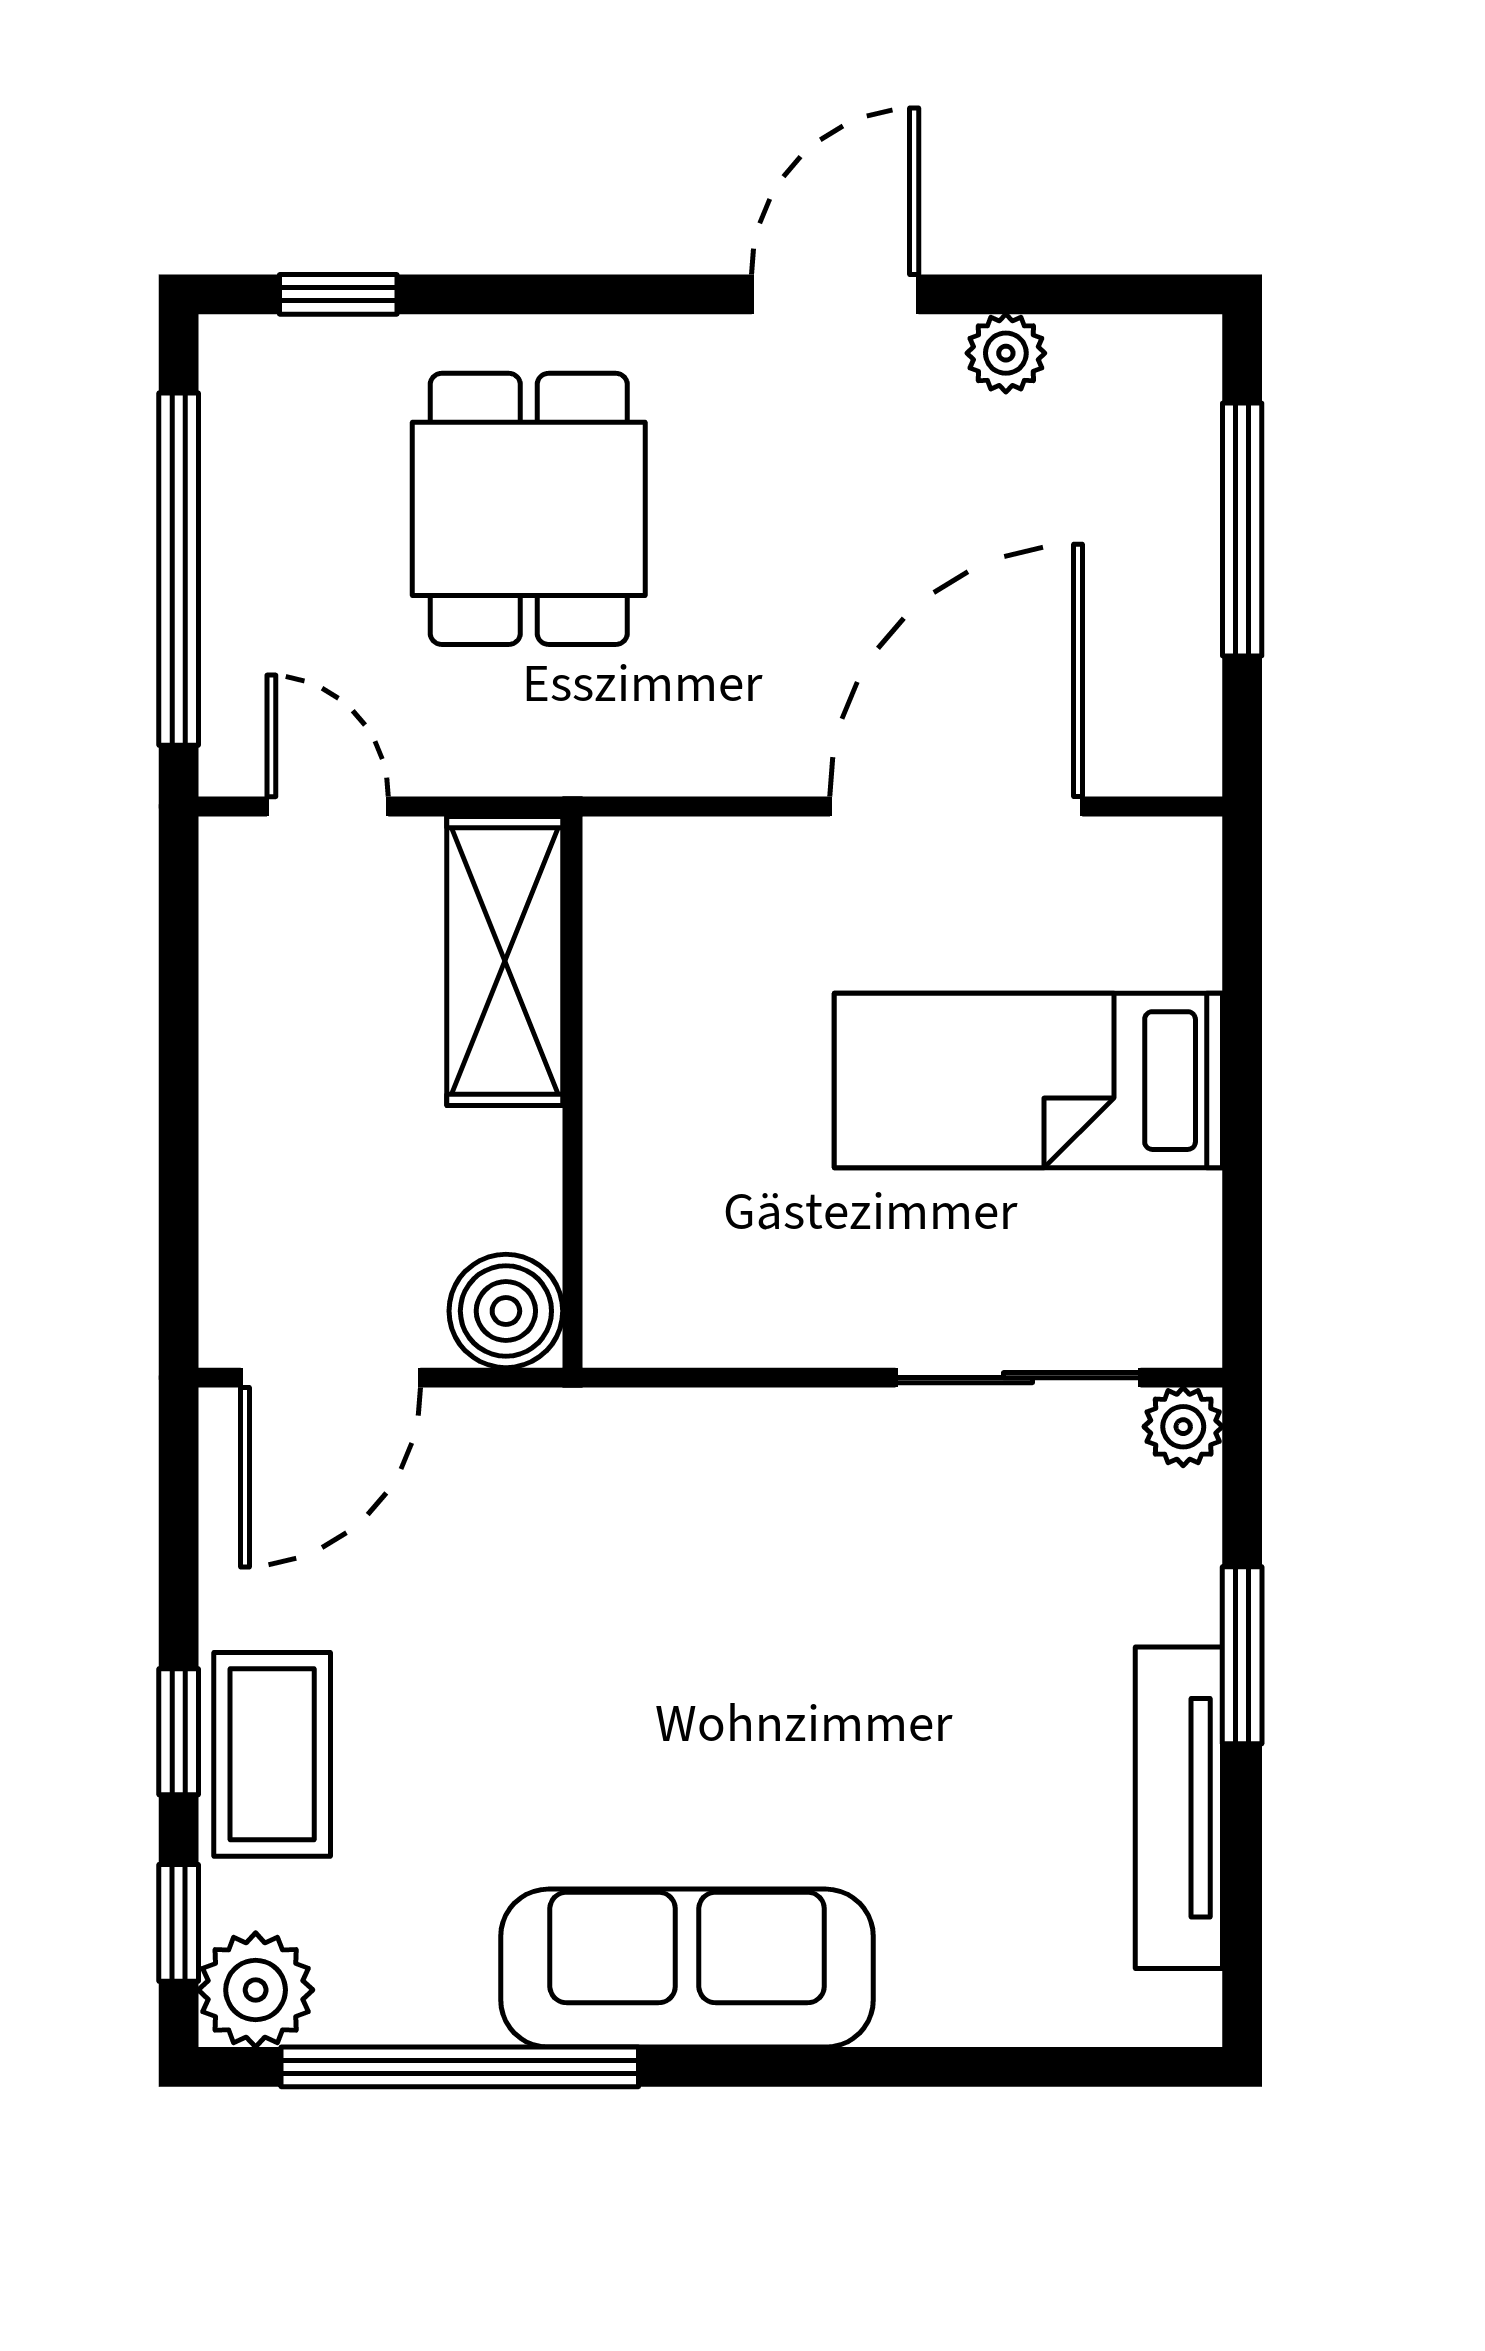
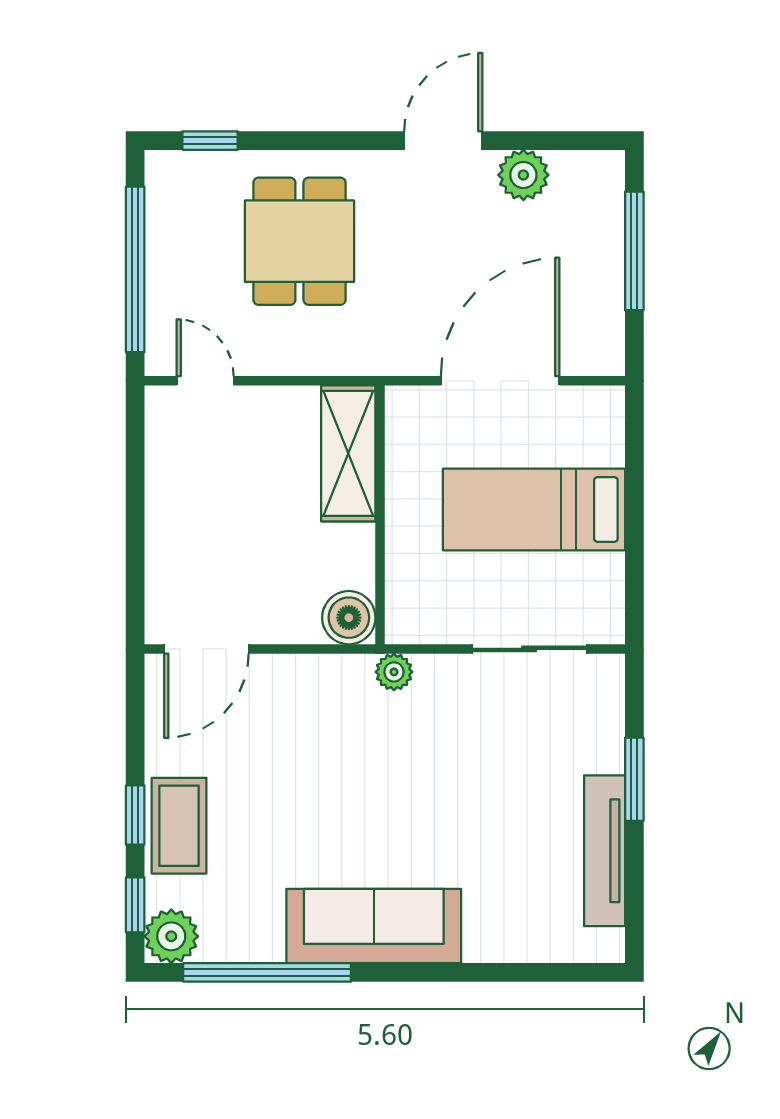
plant: (1006, 353) -> (523, 175), width x1.38, depth x1.38
shelving: (505, 961) -> (348, 453), moved
wall: (573, 1092) -> (380, 515), moved
boiler: (506, 1311) -> (349, 618), moved
plant: (1183, 1427) -> (394, 672), moved

